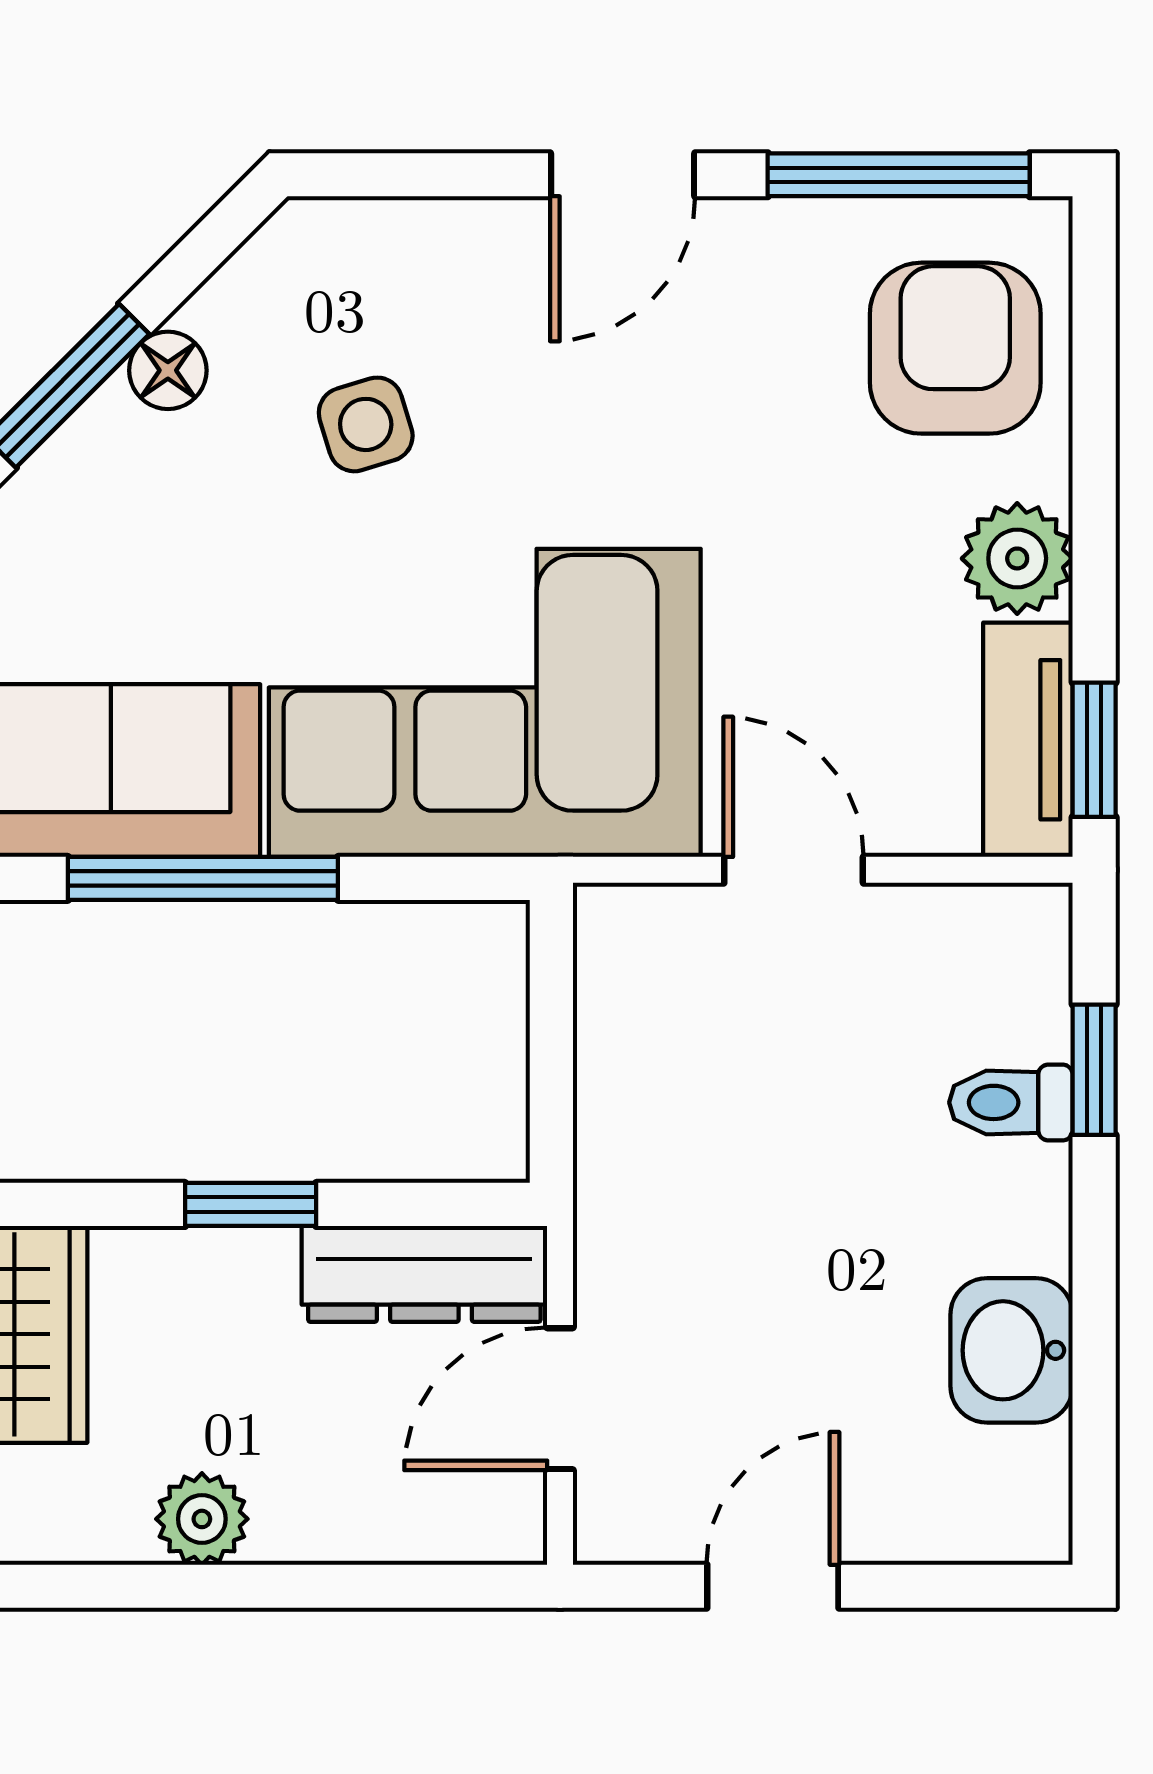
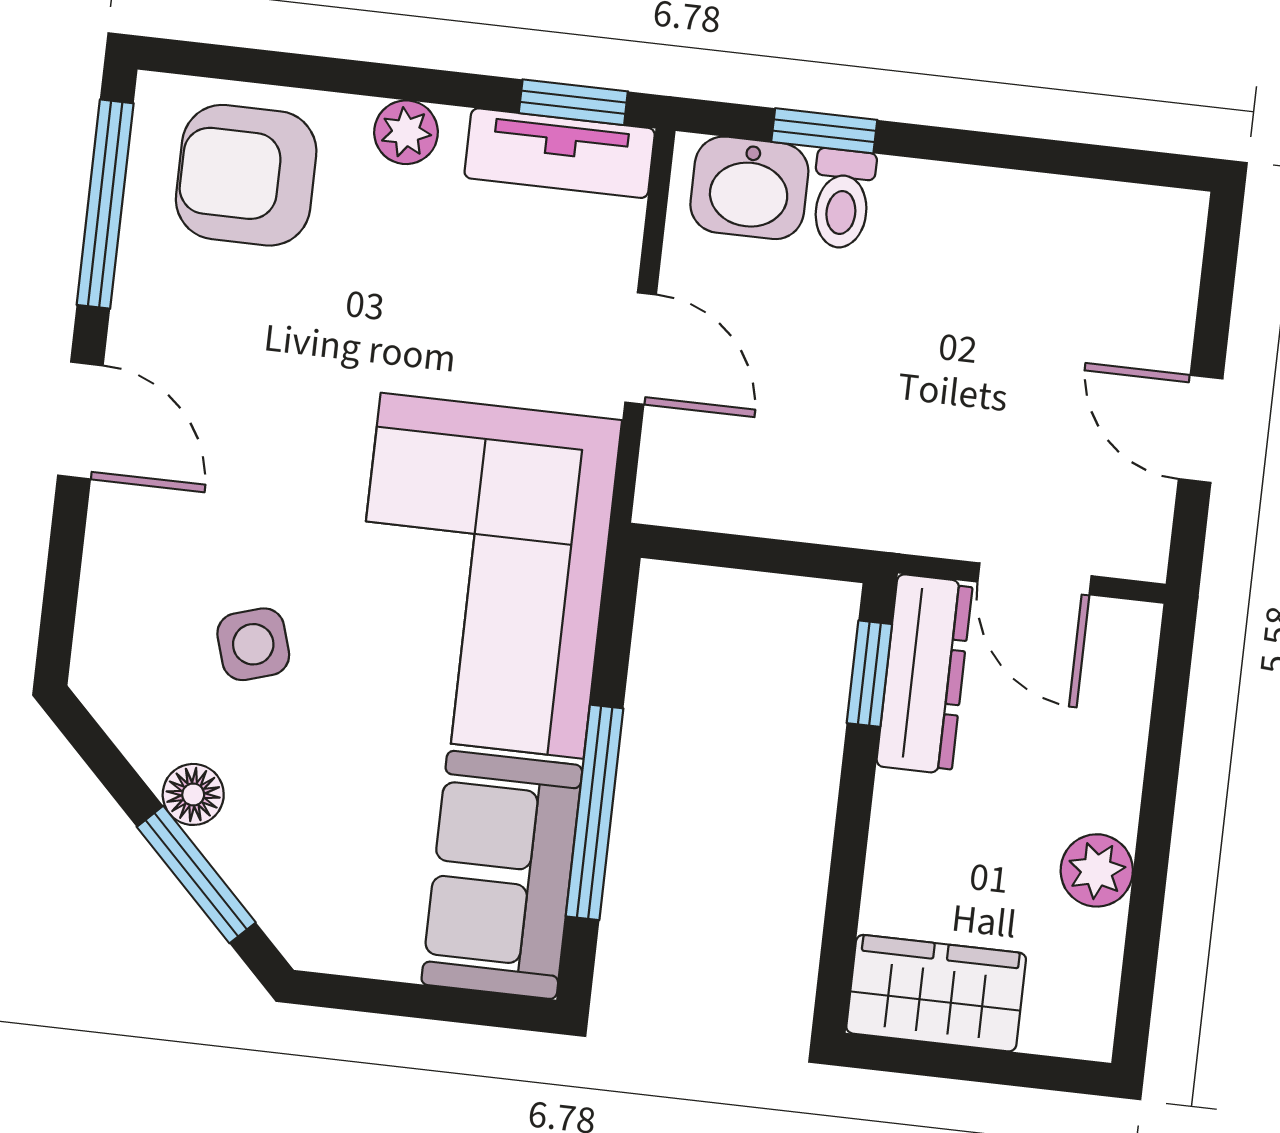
plant: (1017, 558) -> (406, 132), width x0.73, depth x0.73
door: (794, 870) -> (641, 349), swing flipped
window: (251, 1204) -> (869, 674), moved
washbasin: (1012, 1350) -> (749, 188), moved

